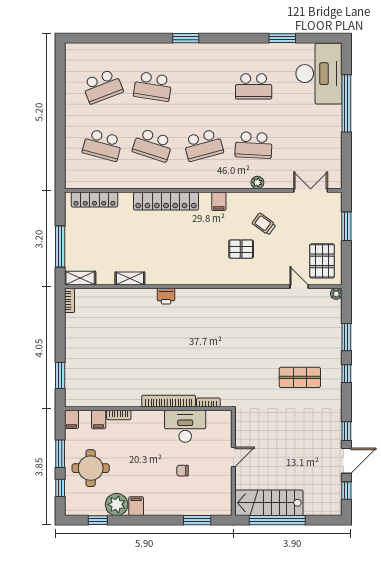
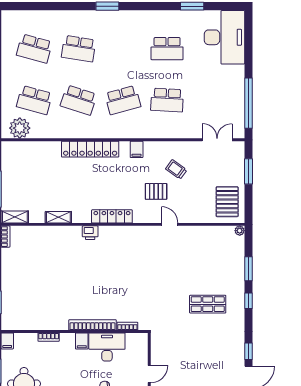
school desk: (102, 86) -> (34, 49), turned 36
window: (346, 103) -> (248, 103), moved
plant: (257, 182) -> (20, 128), moved, width x1.88, depth x1.88
locker: (94, 199) -> (112, 216), moved, turned 180
door: (299, 287) -> (170, 224), moved
filing cabinet: (99, 420) -> (82, 341), moved

